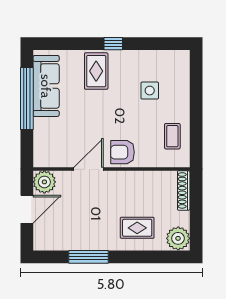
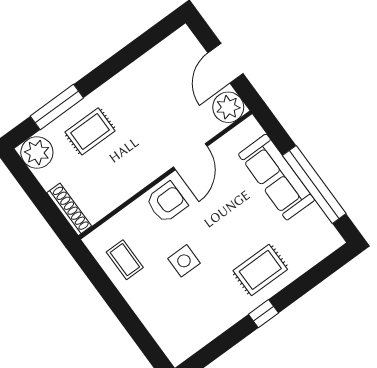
rug: (96, 71) -> (260, 270), turned 90
sofa: (46, 86) -> (276, 177), moved
side table: (150, 91) -> (184, 261), moved
window: (88, 257) -> (57, 107), moved

